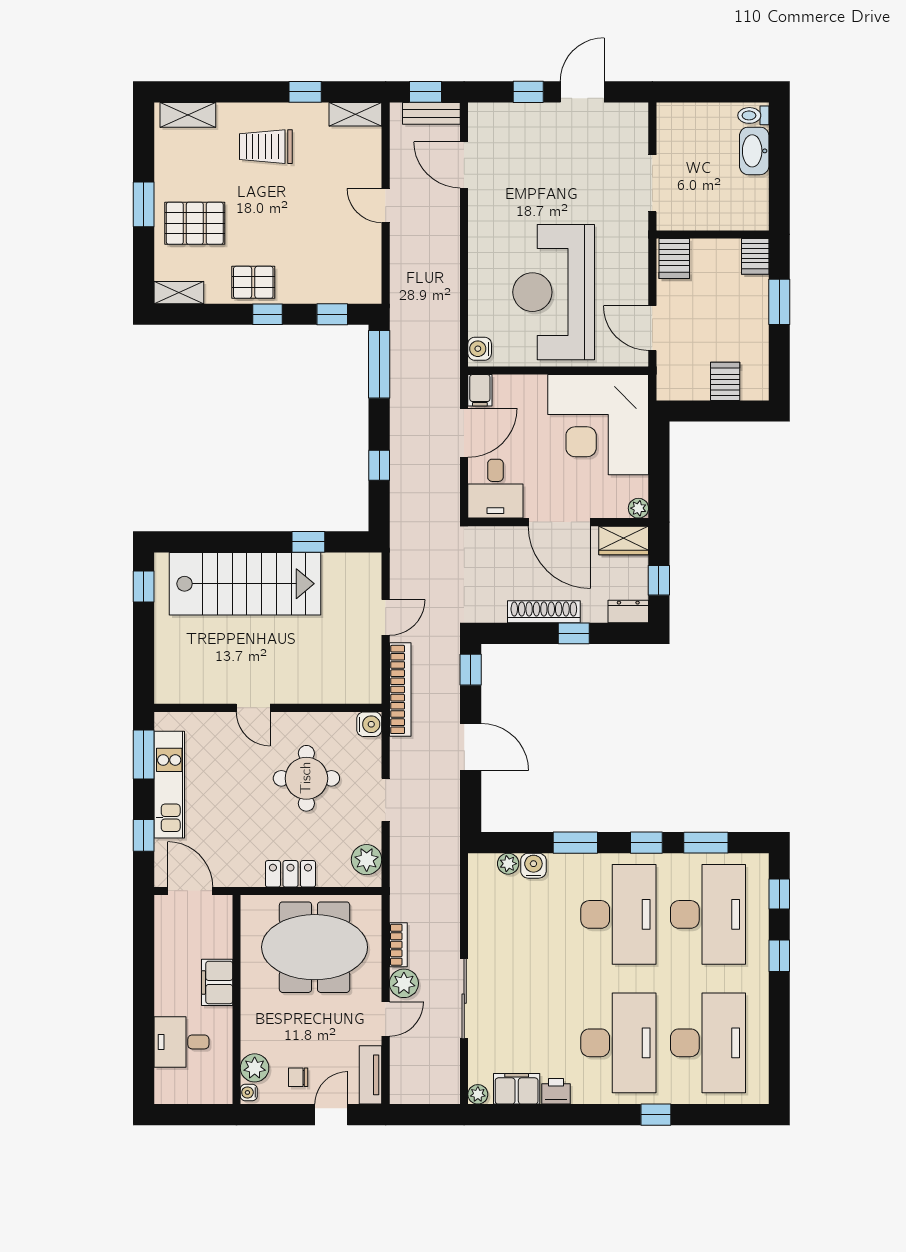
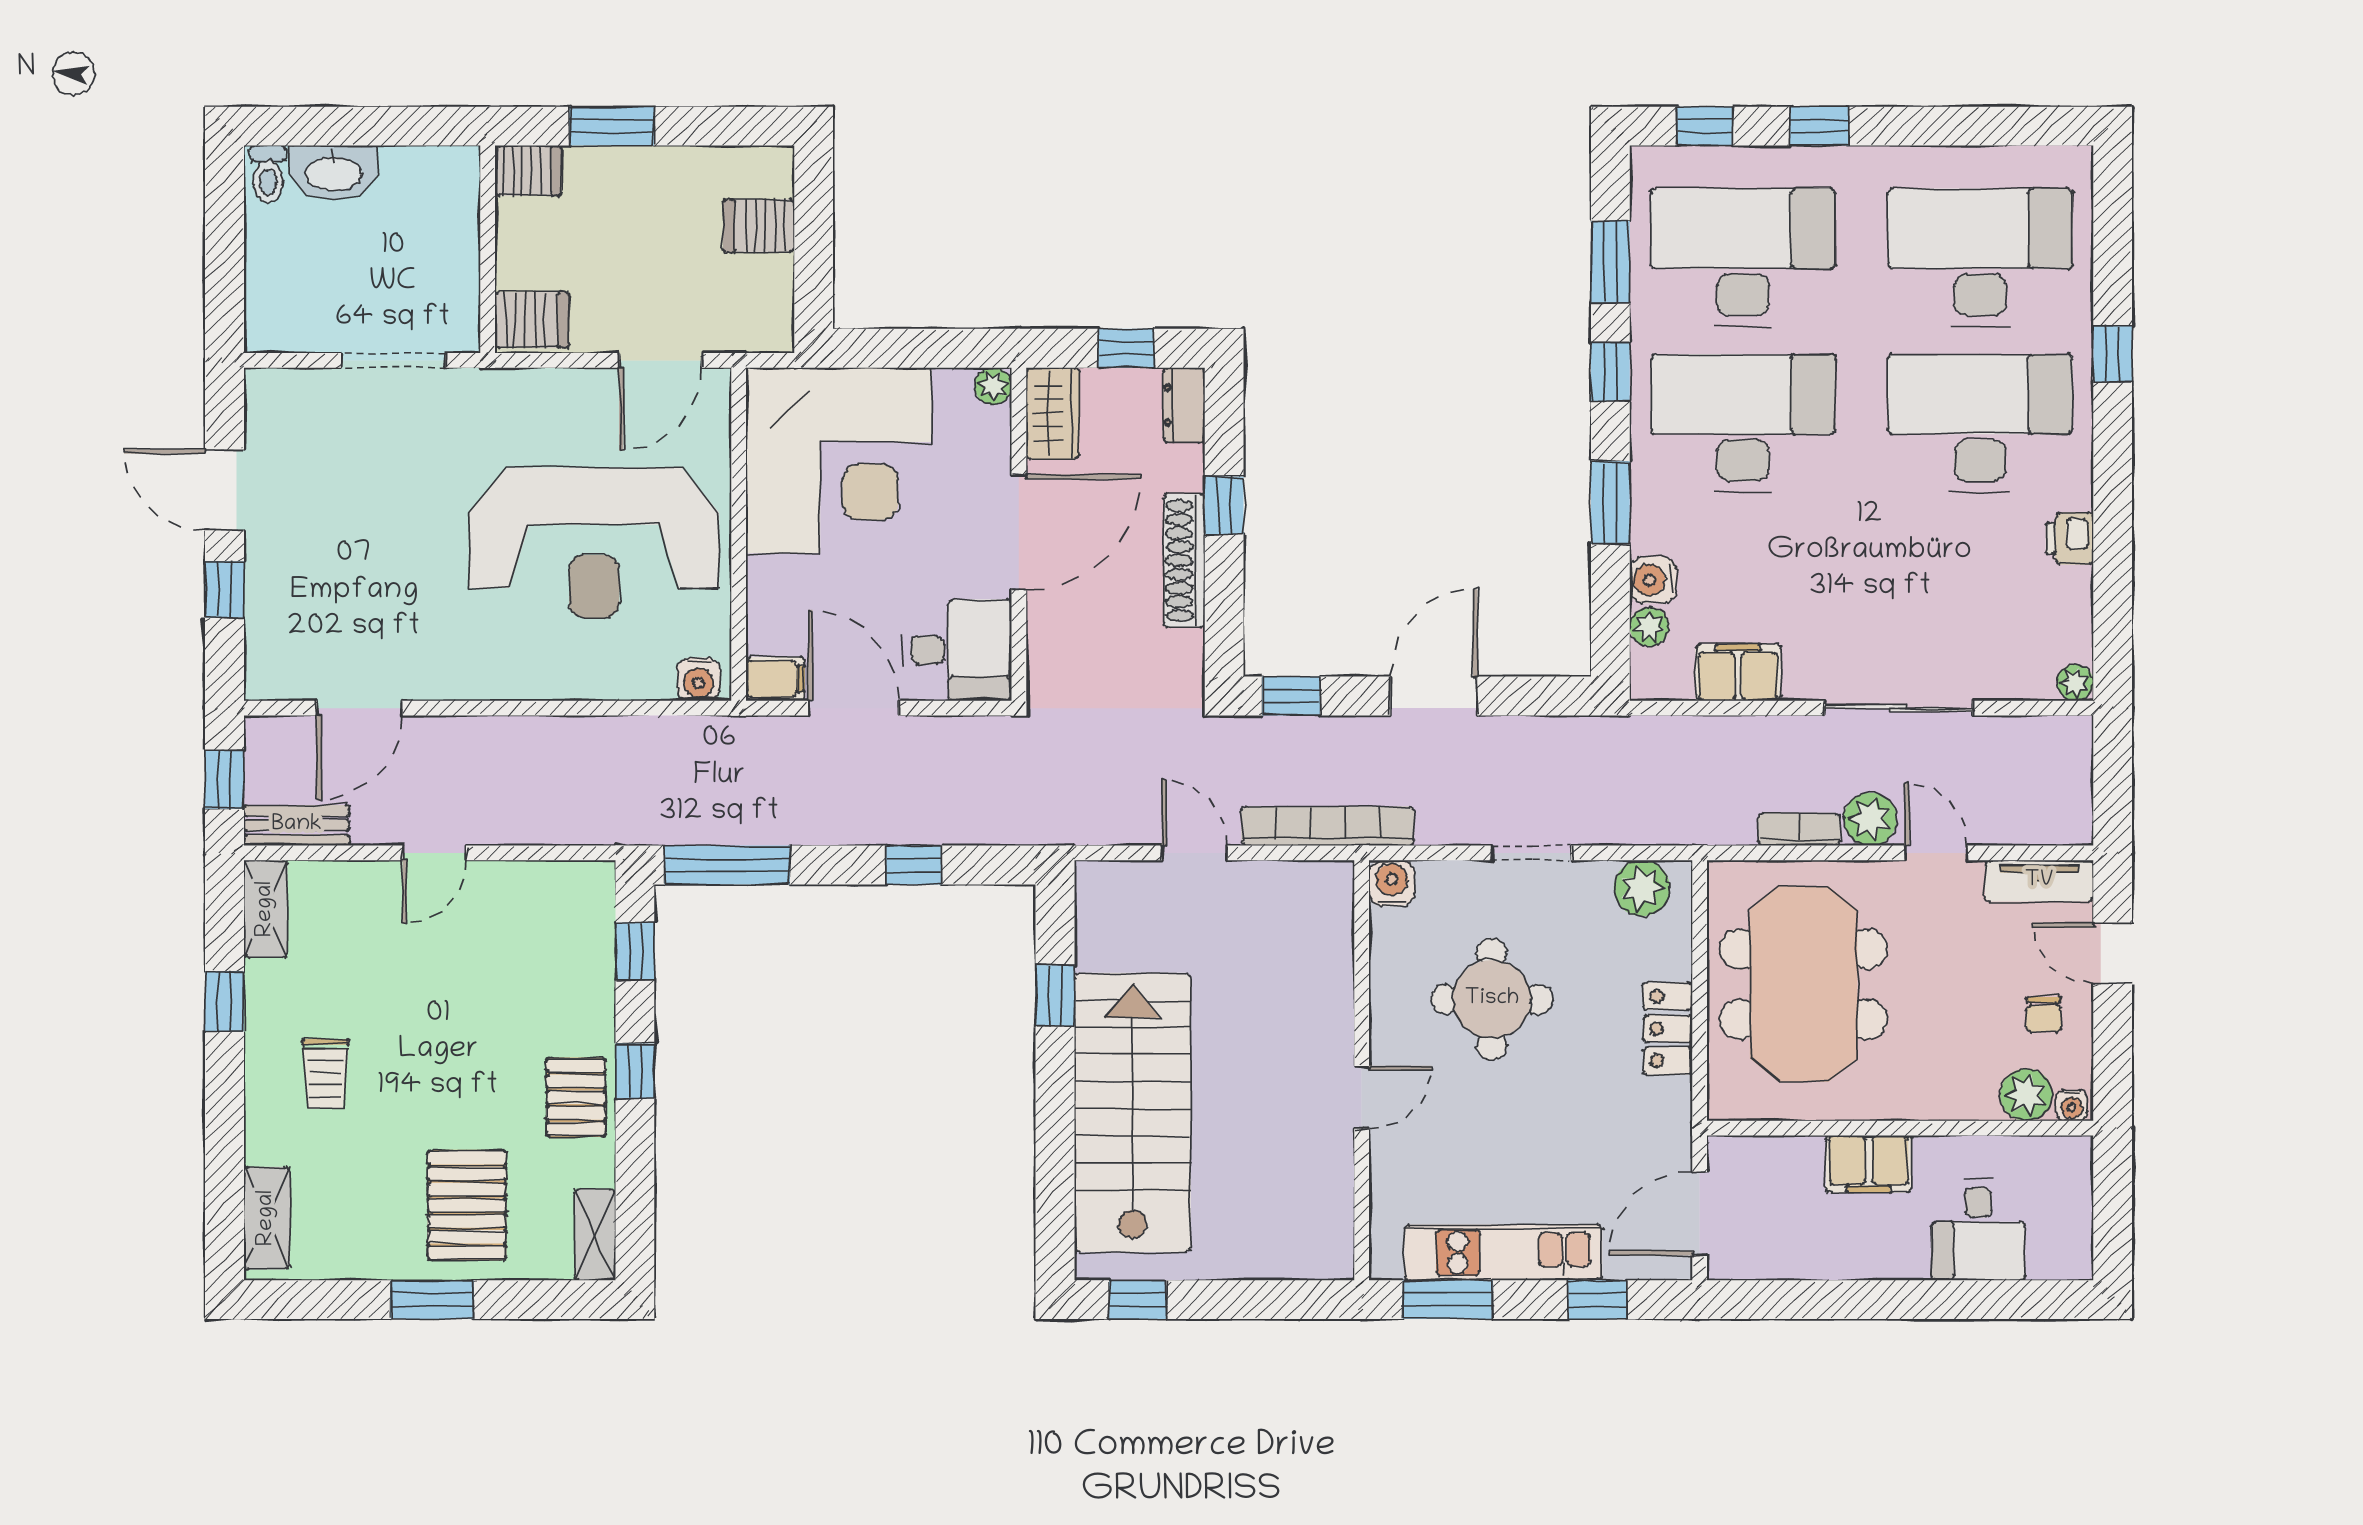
bench: (431, 113) -> (297, 825), moved, turned 90
trolley: (266, 147) -> (325, 1074), width x0.73, depth x0.72
filing cabinet: (517, 1089) -> (1738, 672), moved, turned 90

